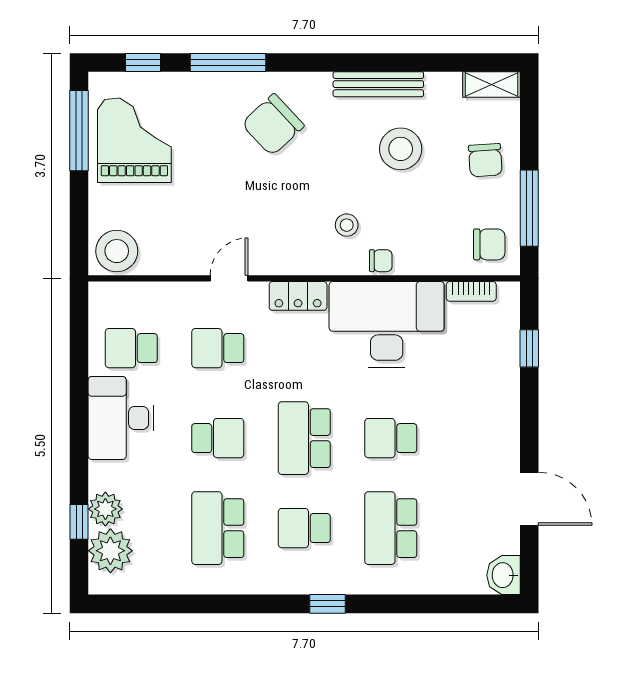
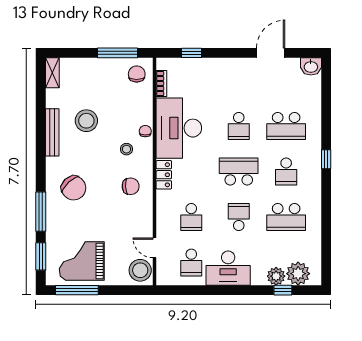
window: (143, 62) -> (41, 256), width x1.50
chair: (485, 160) -> (131, 186), moved
door: (229, 278) -> (155, 248), moved
school desk: (304, 438) -> (239, 171), turned 180

